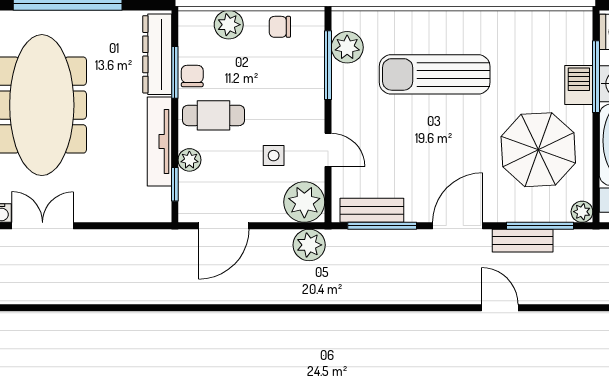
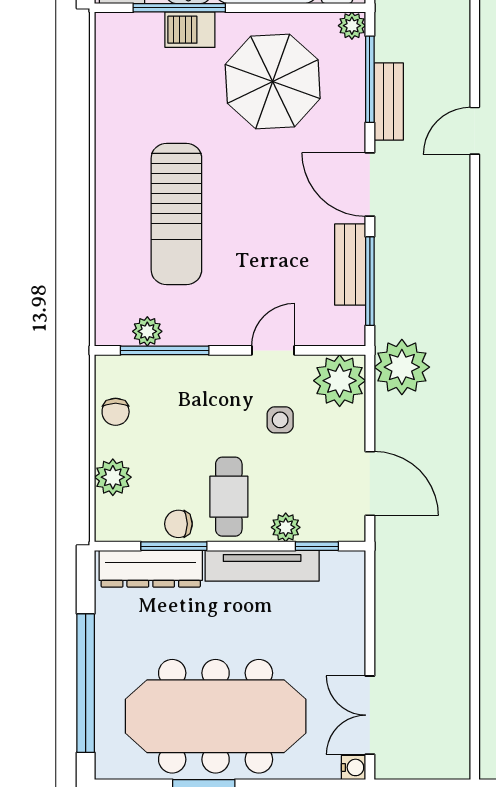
plant: (347, 47) -> (147, 331), width x0.73, depth x0.73
bench: (372, 210) -> (350, 265), moved
plant: (309, 245) -> (402, 367), width x1.36, depth x1.36

